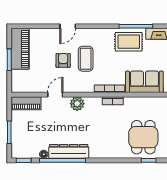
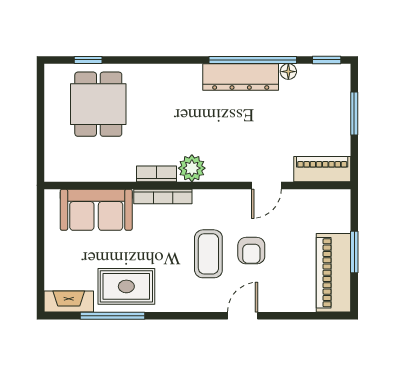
plant: (77, 104) -> (192, 168), moved

